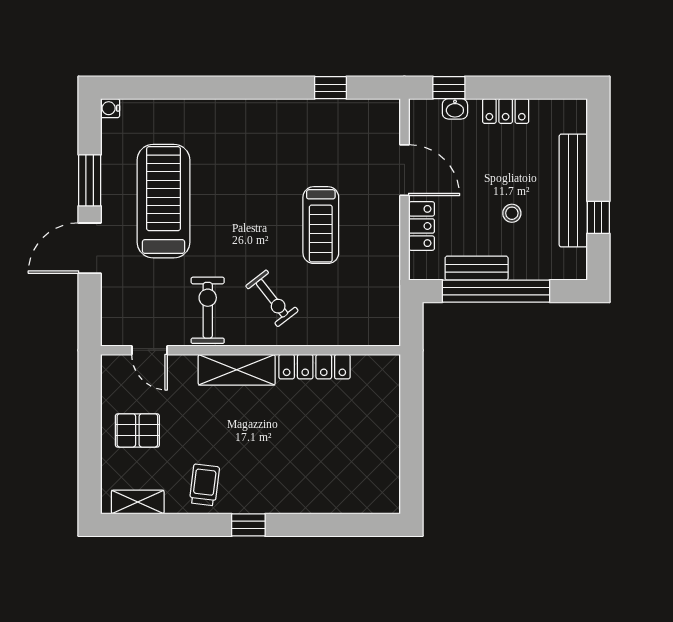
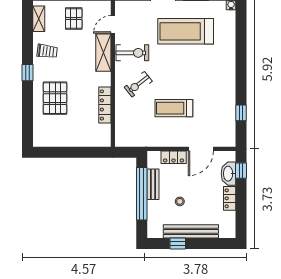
washbasin: (455, 109) -> (229, 174), width x1.91, depth x1.45
treadmill: (164, 201) -> (186, 31), turned 180
shelving: (237, 370) -> (103, 53), moved
pallet: (300, 469) -> (55, 98), added

